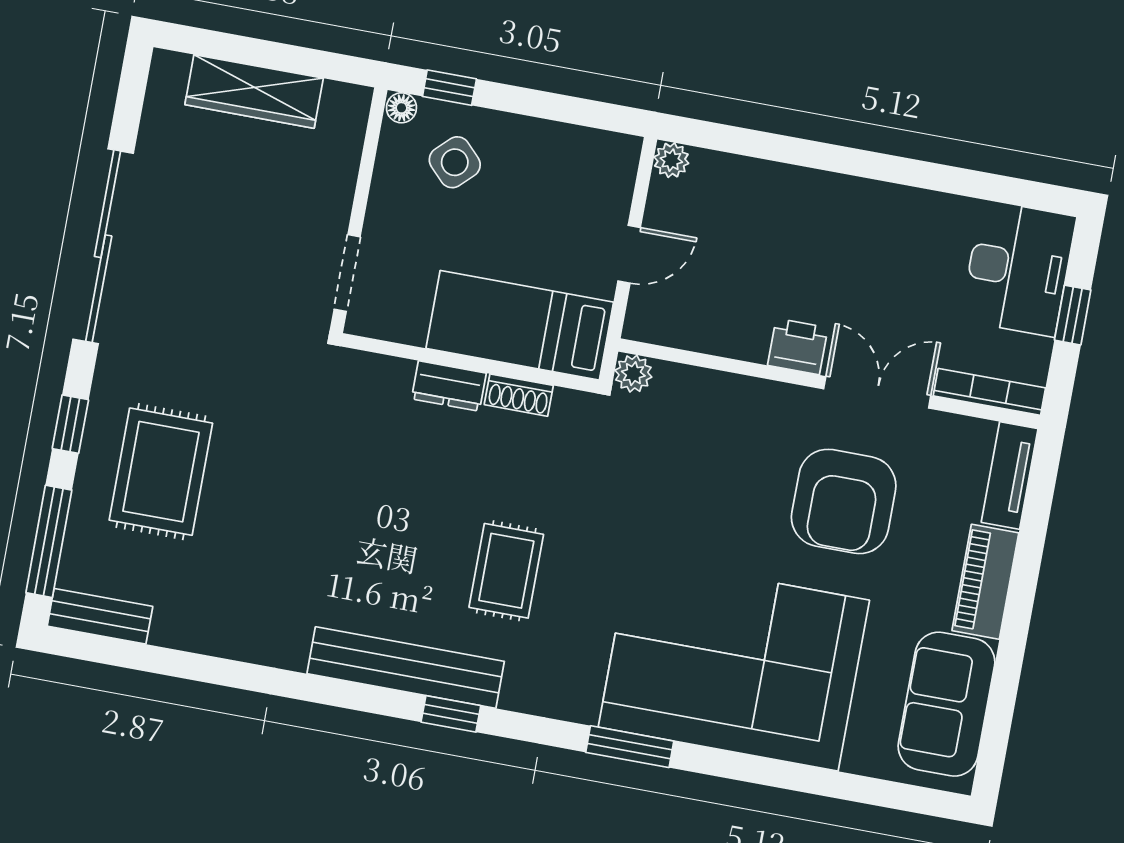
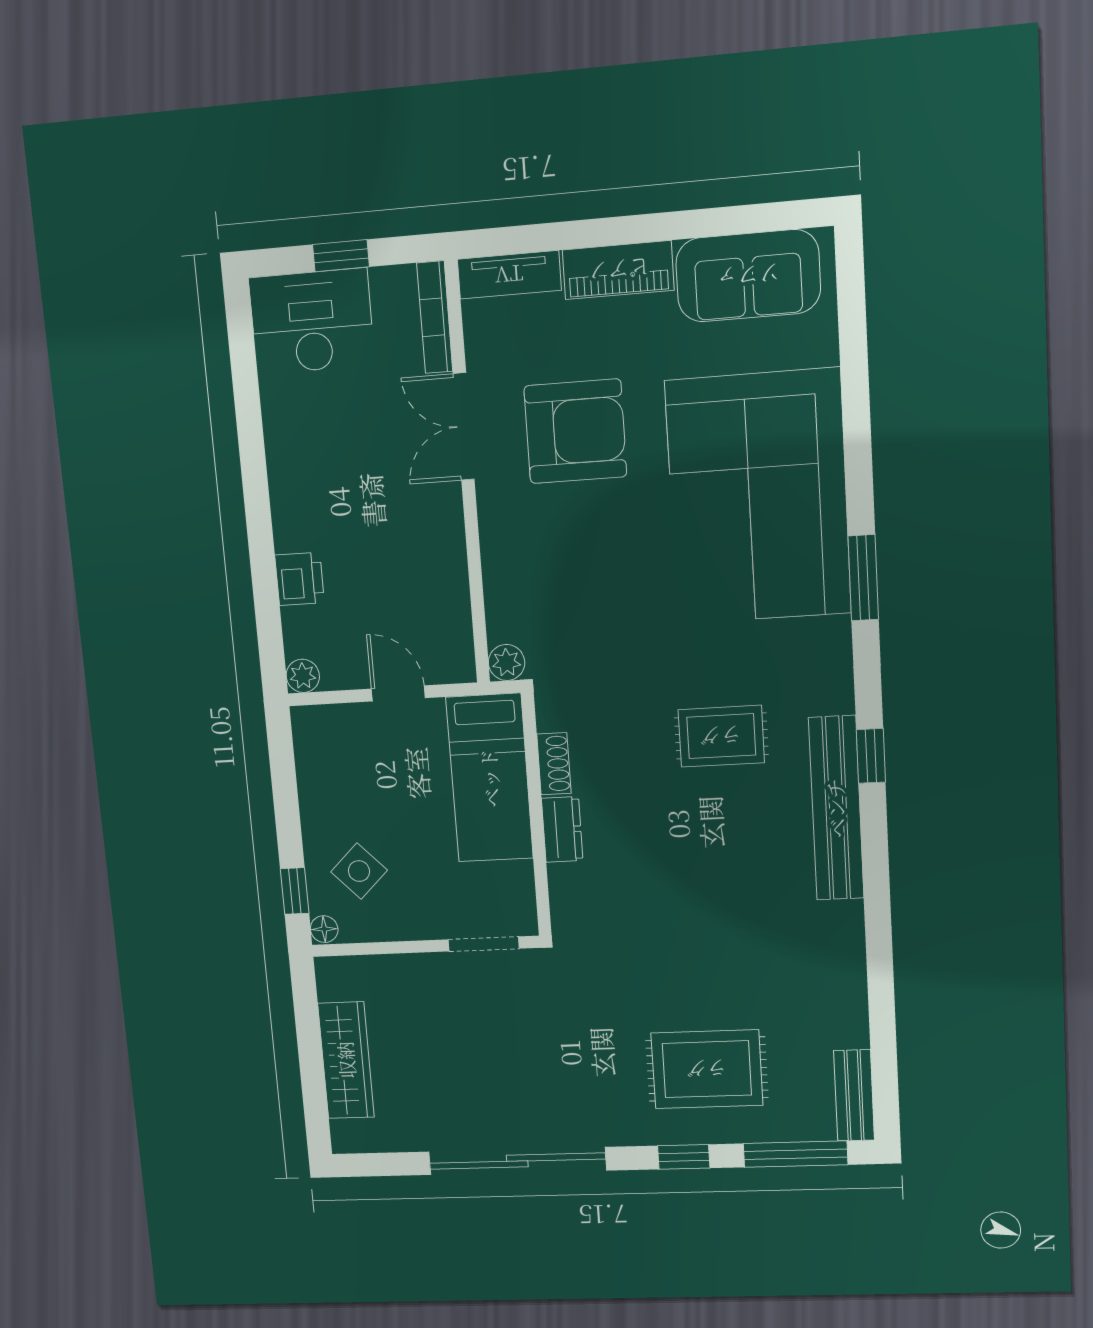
printer: (798, 346) -> (300, 579), moved, turned 180

